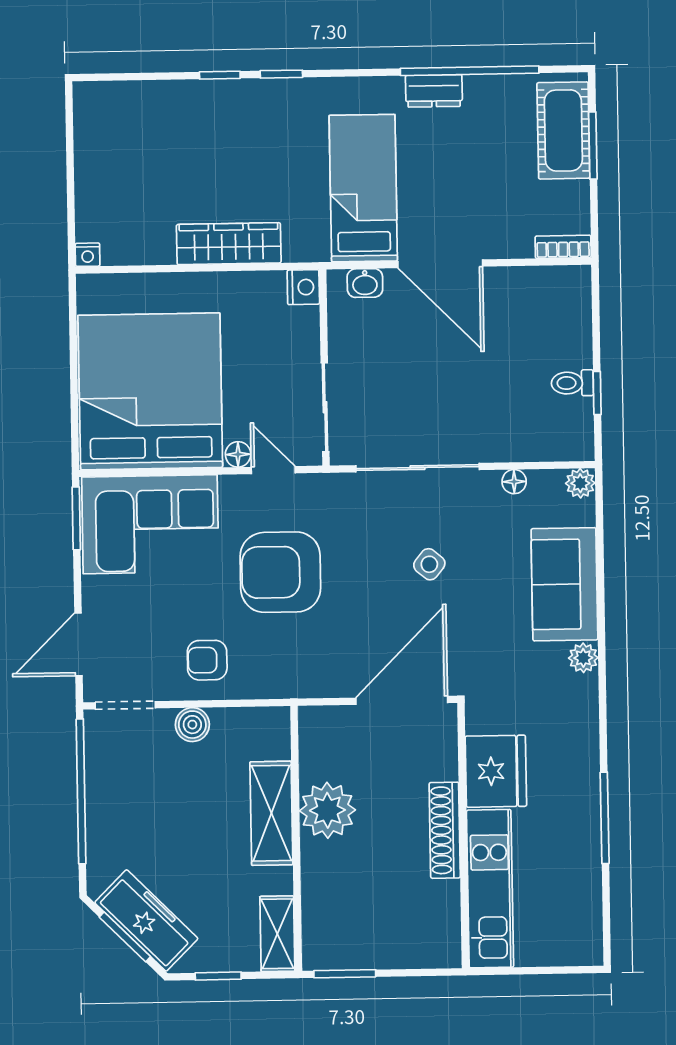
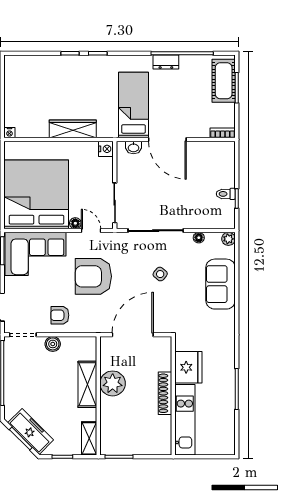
plant: (583, 658) -> (228, 317), removed
door: (402, 700) -> (133, 335), moved

